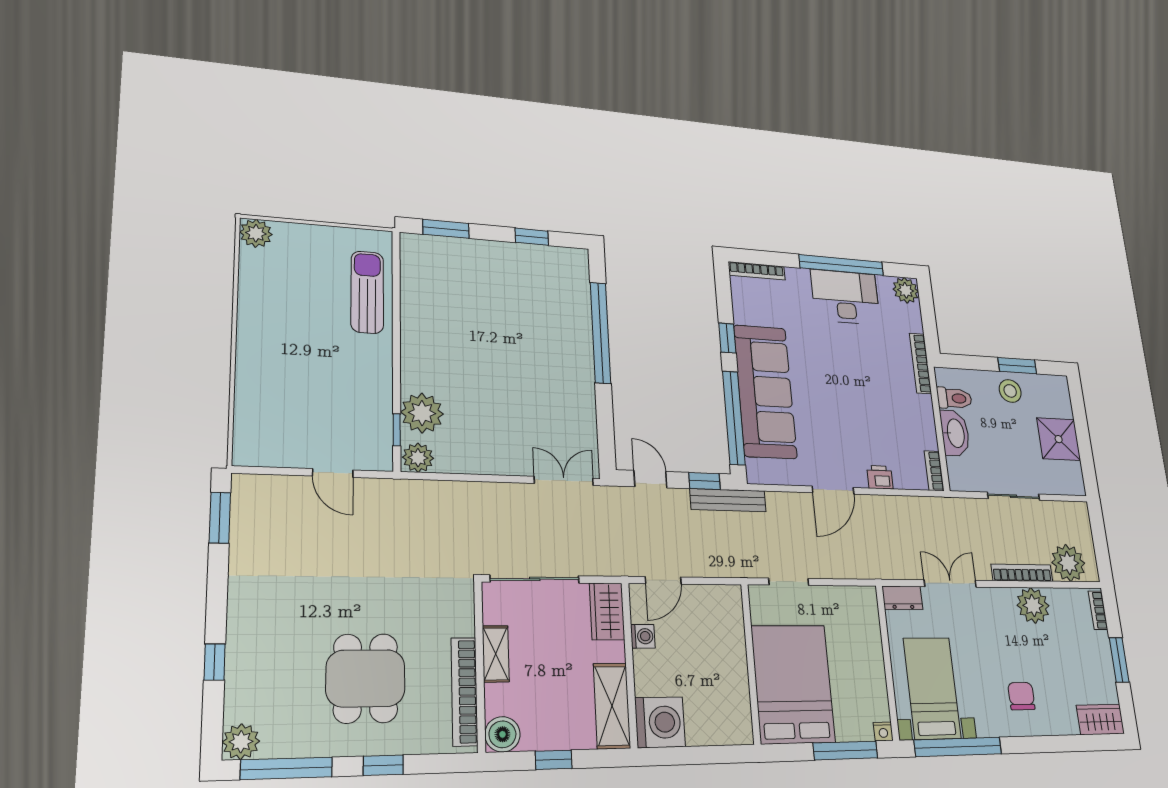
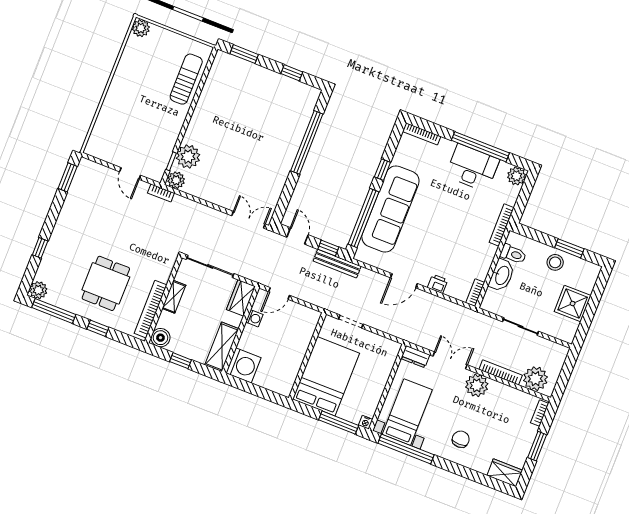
bookcase: (401, 487) -> (161, 193), added
plant: (1033, 605) -> (477, 385), moved

